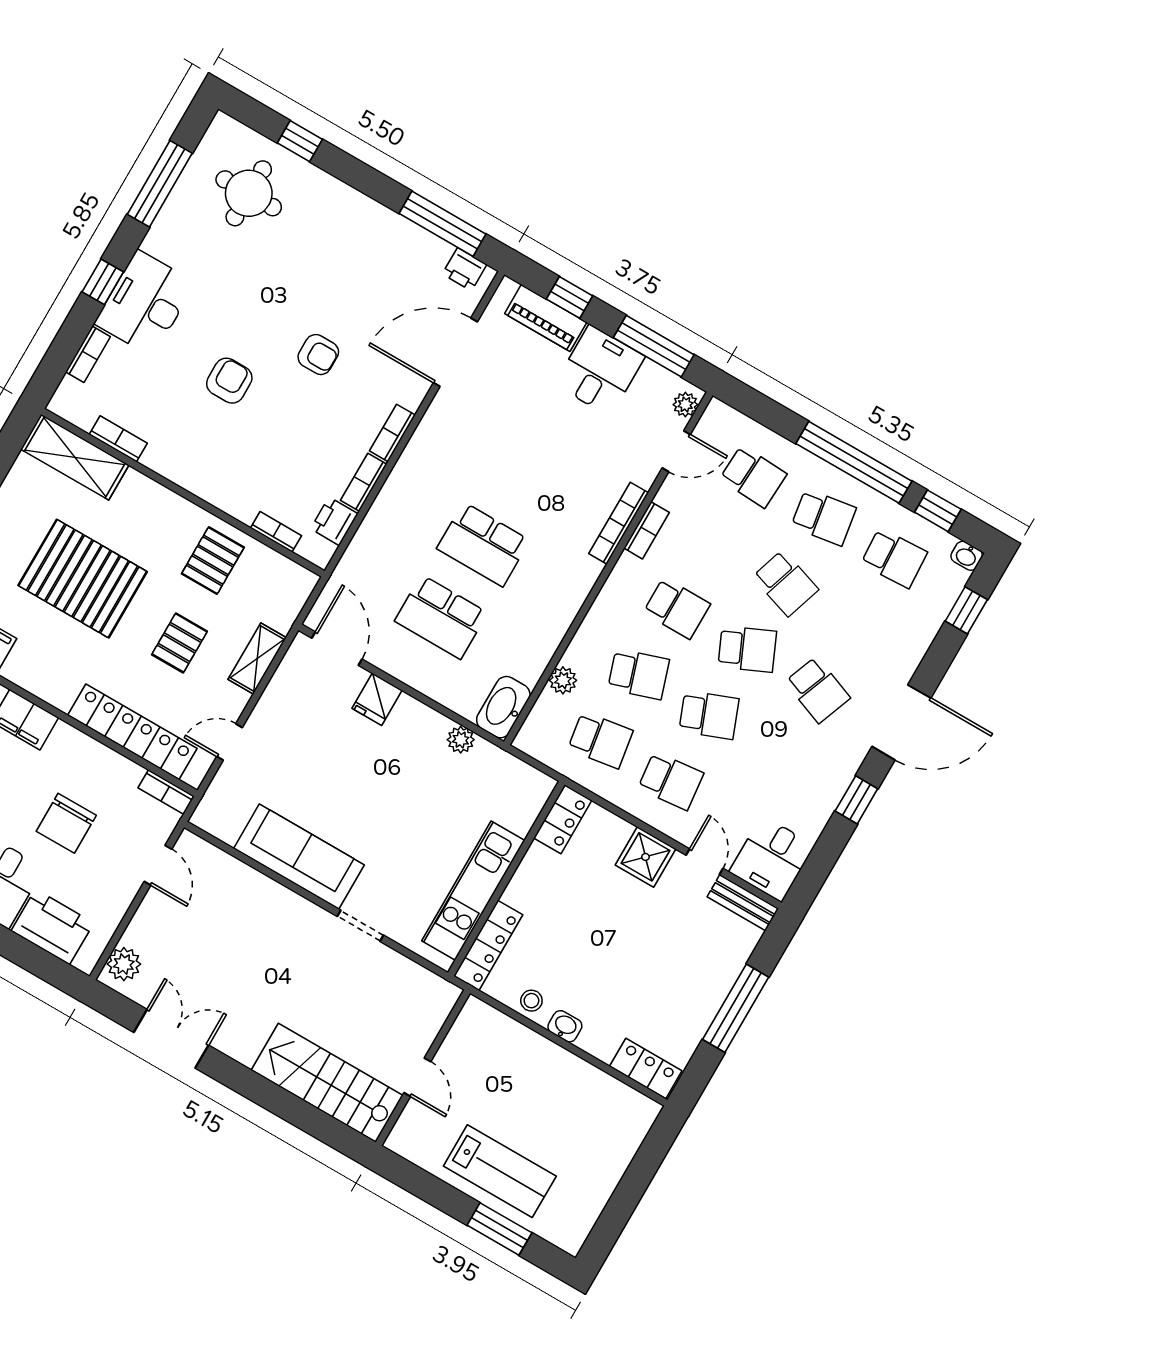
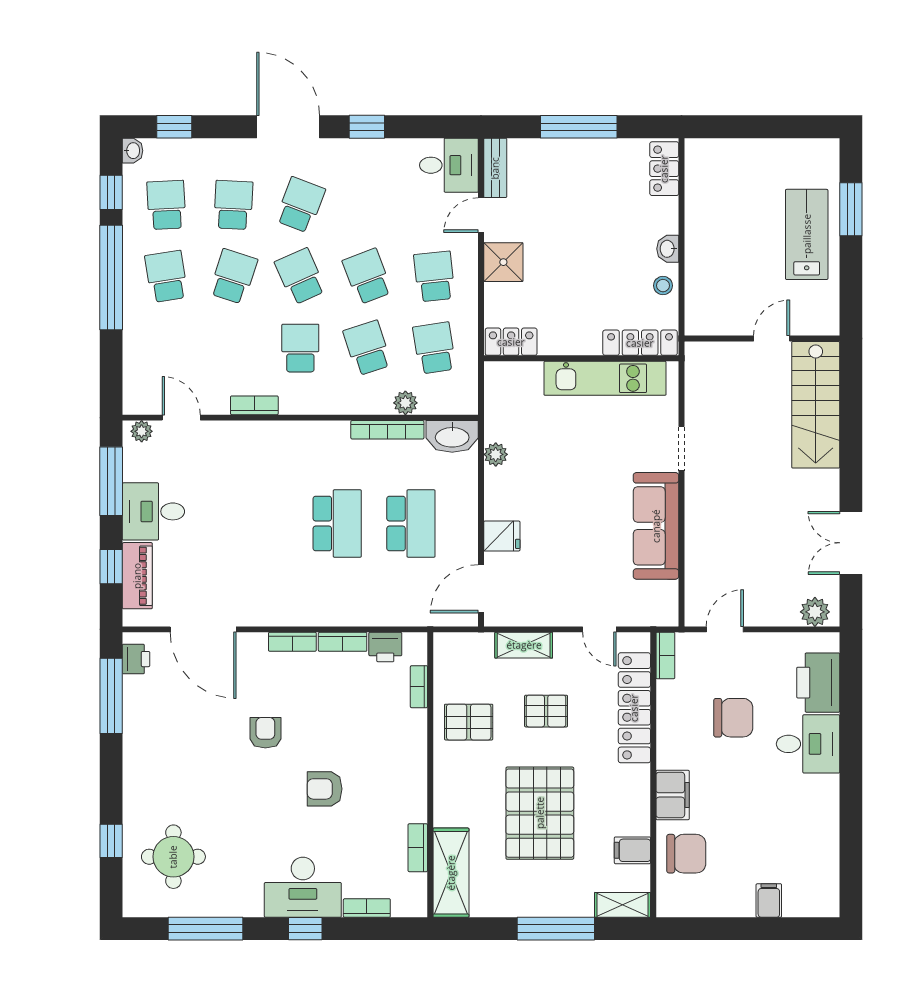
school desk: (753, 476) -> (233, 205), moved
bookcase: (619, 523) -> (387, 430), moved

